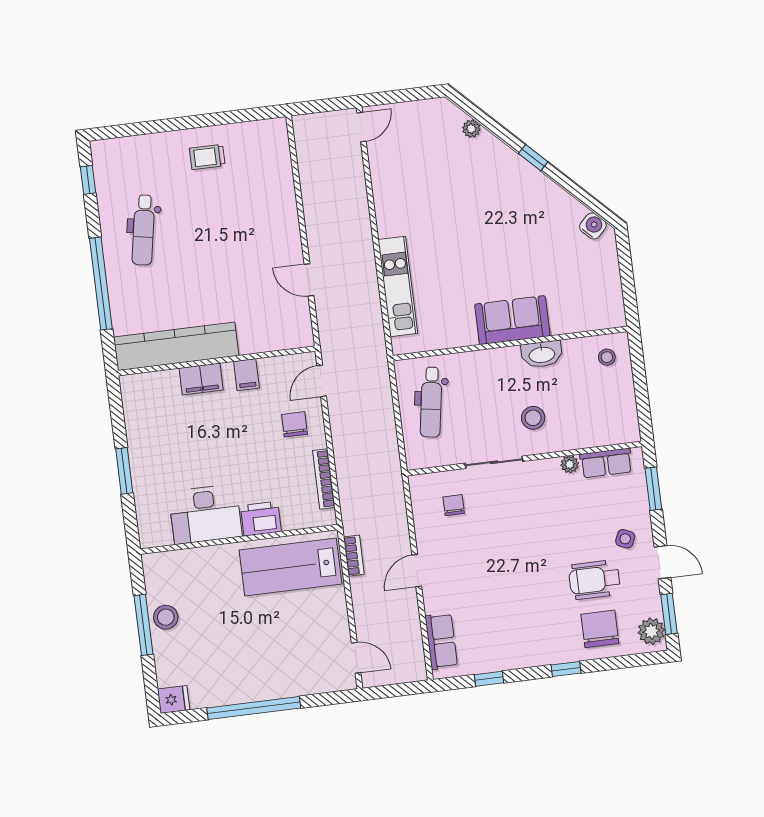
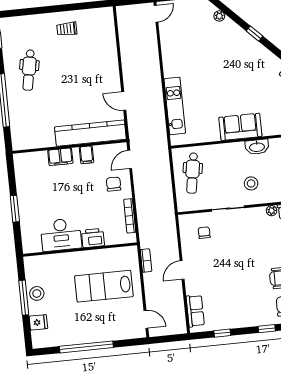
kitchen counter: (176, 346) -> (90, 133), moved
lab bench: (290, 567) -> (104, 286), moved
fridge: (174, 699) -> (38, 322), moved

